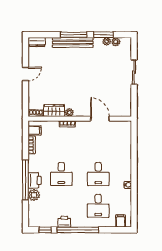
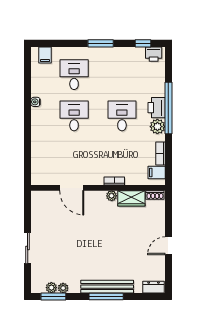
window: (103, 35) -> (53, 297), moved
plant: (34, 195) -> (157, 127), moved
printer: (64, 222) -> (154, 54), moved
window: (78, 230) -> (101, 43), width x0.47

